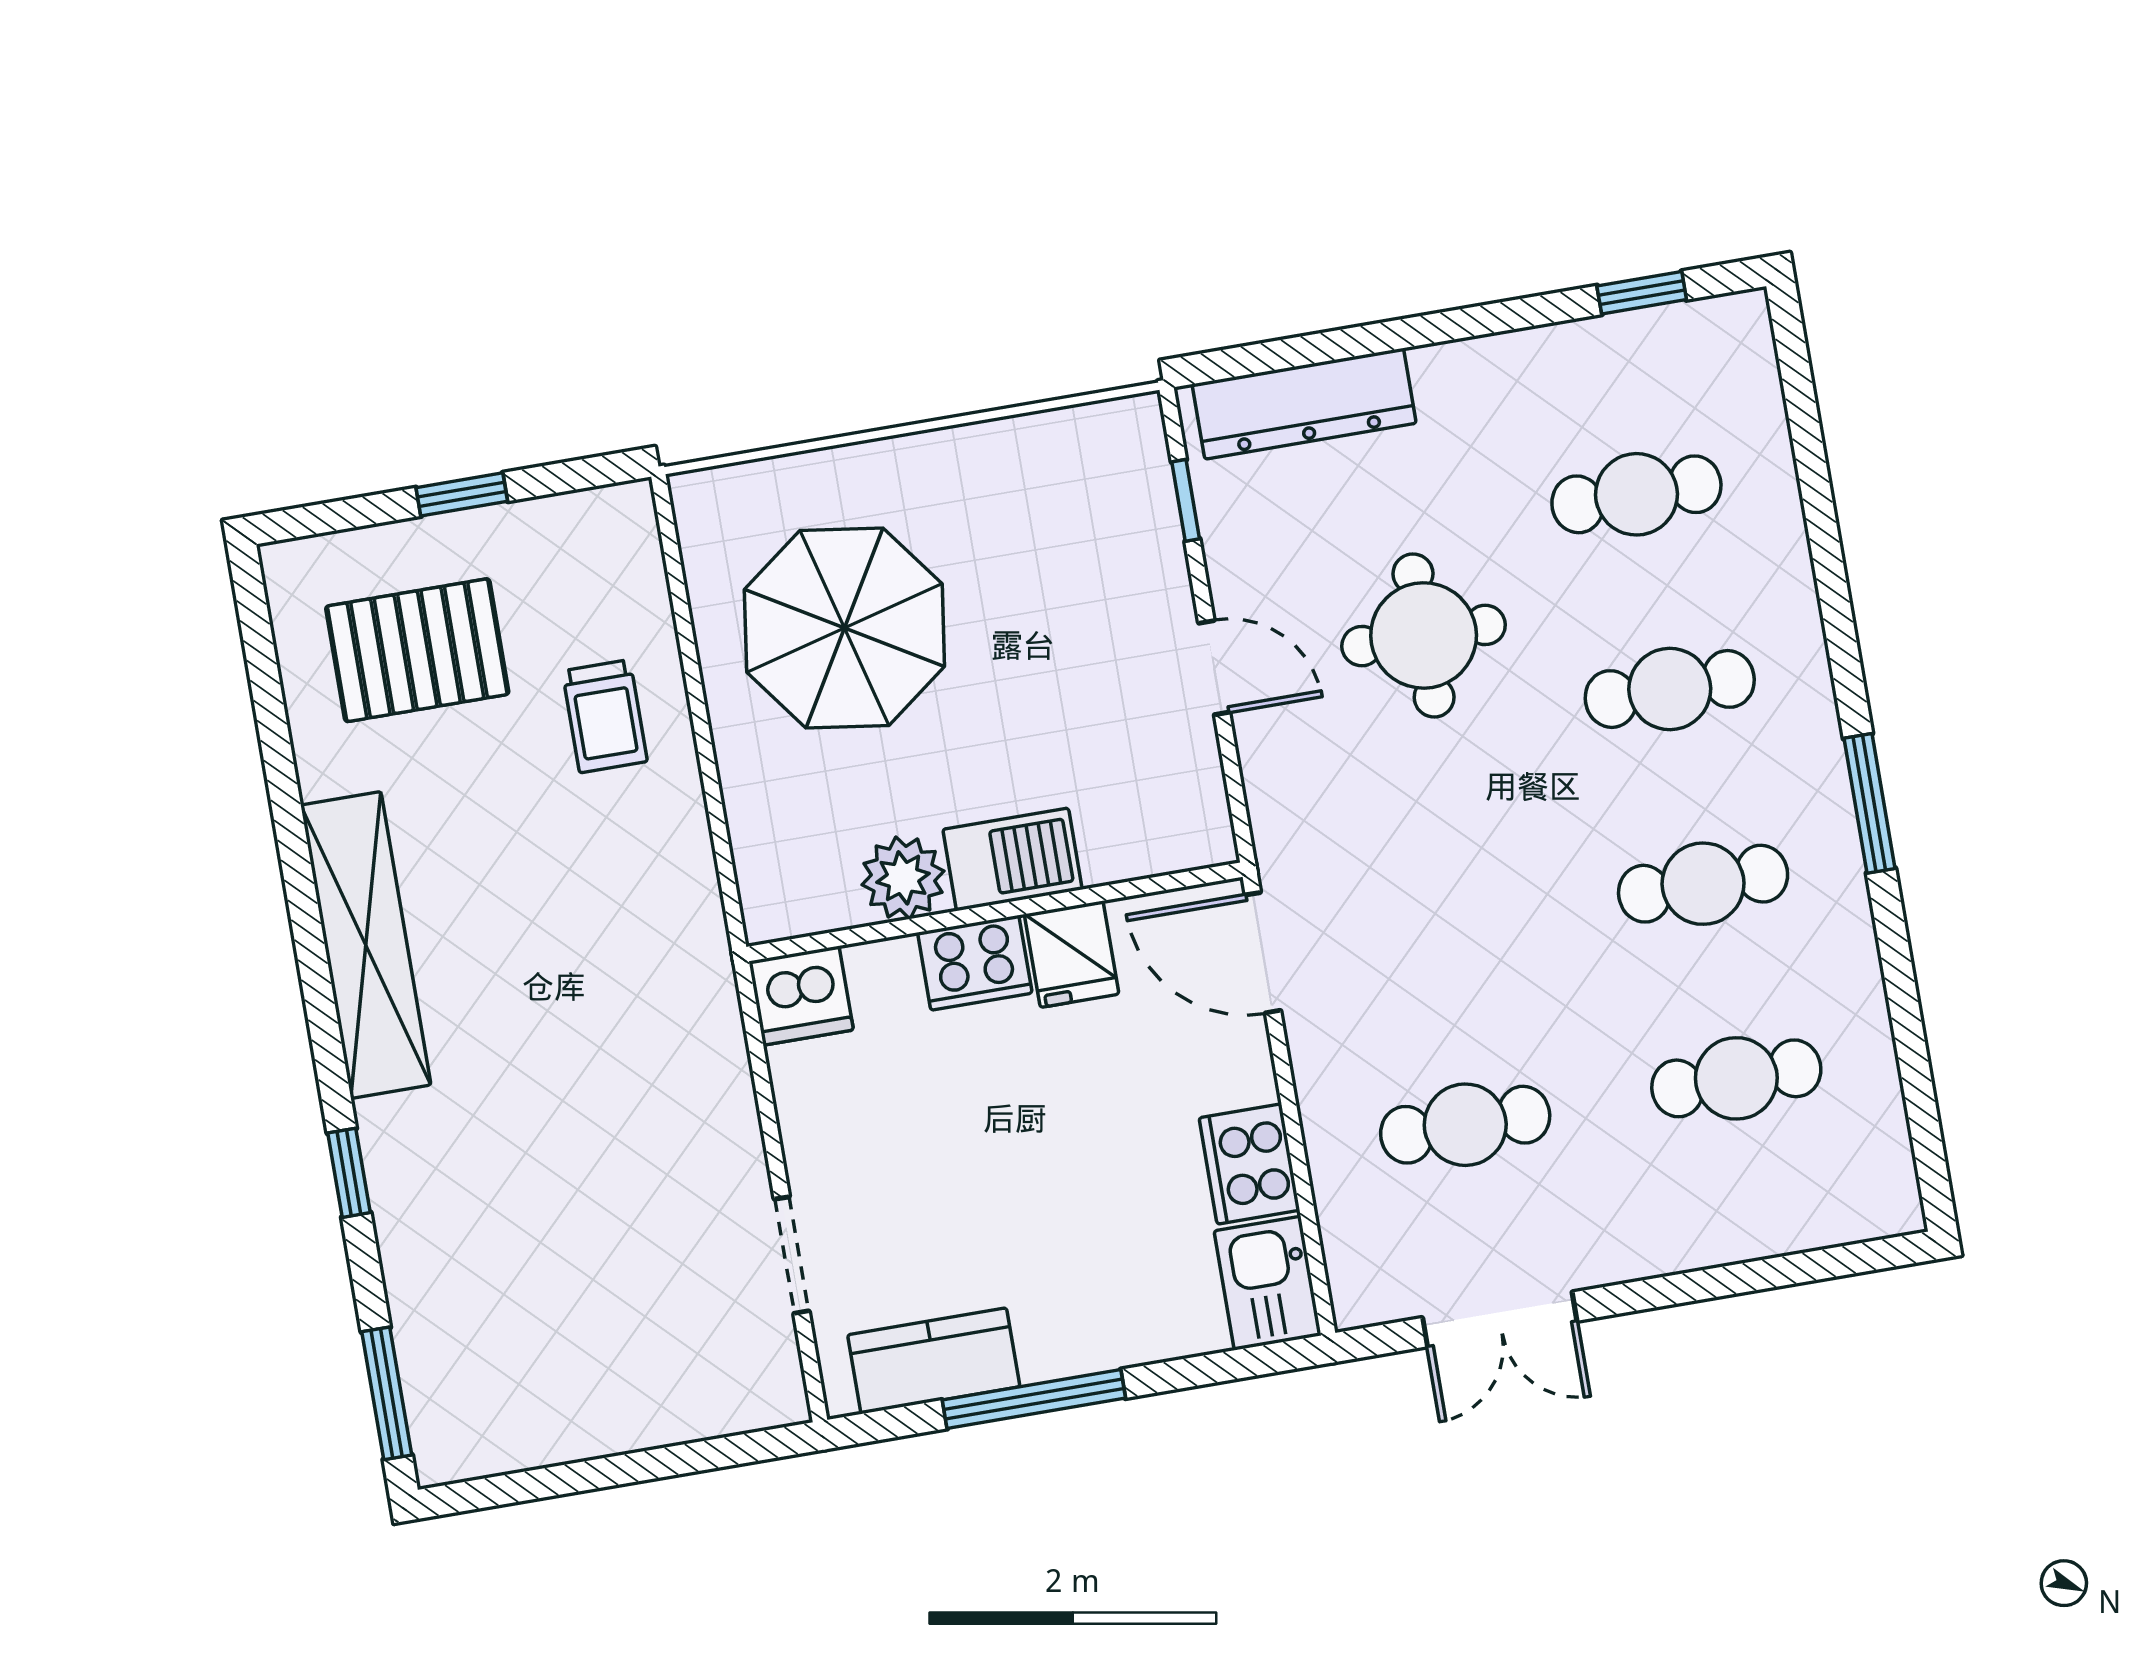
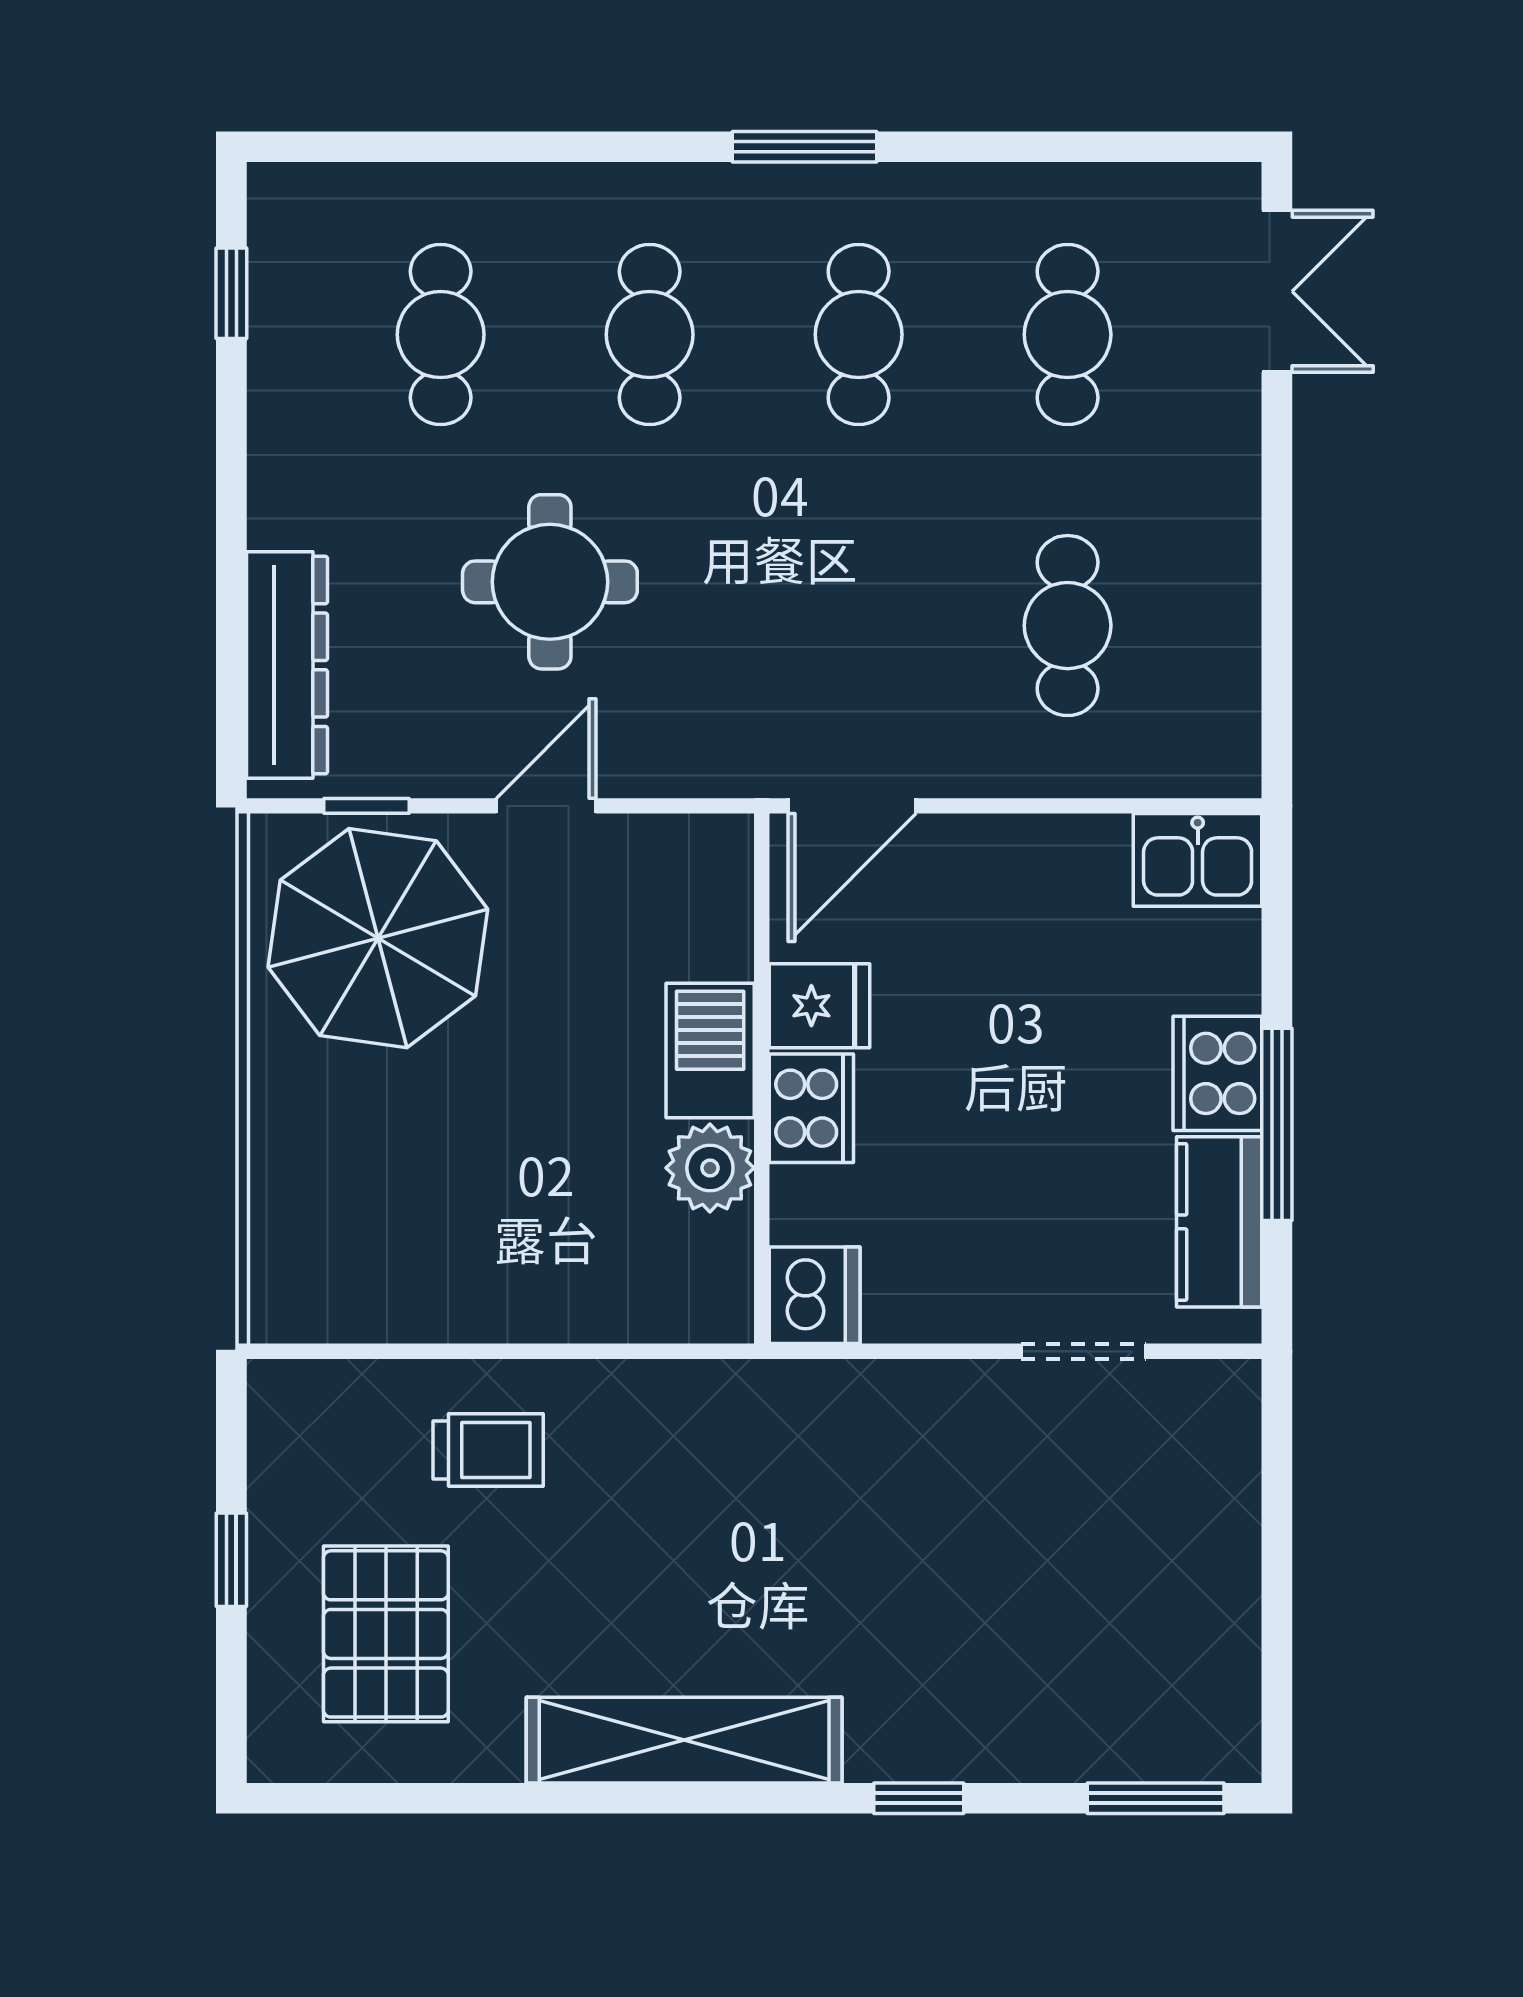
parasol: (844, 628) -> (378, 938), moved
cooker: (1249, 1164) -> (1217, 1073), moved, turned 90
double door: (1500, 1319) -> (1277, 291), moved

